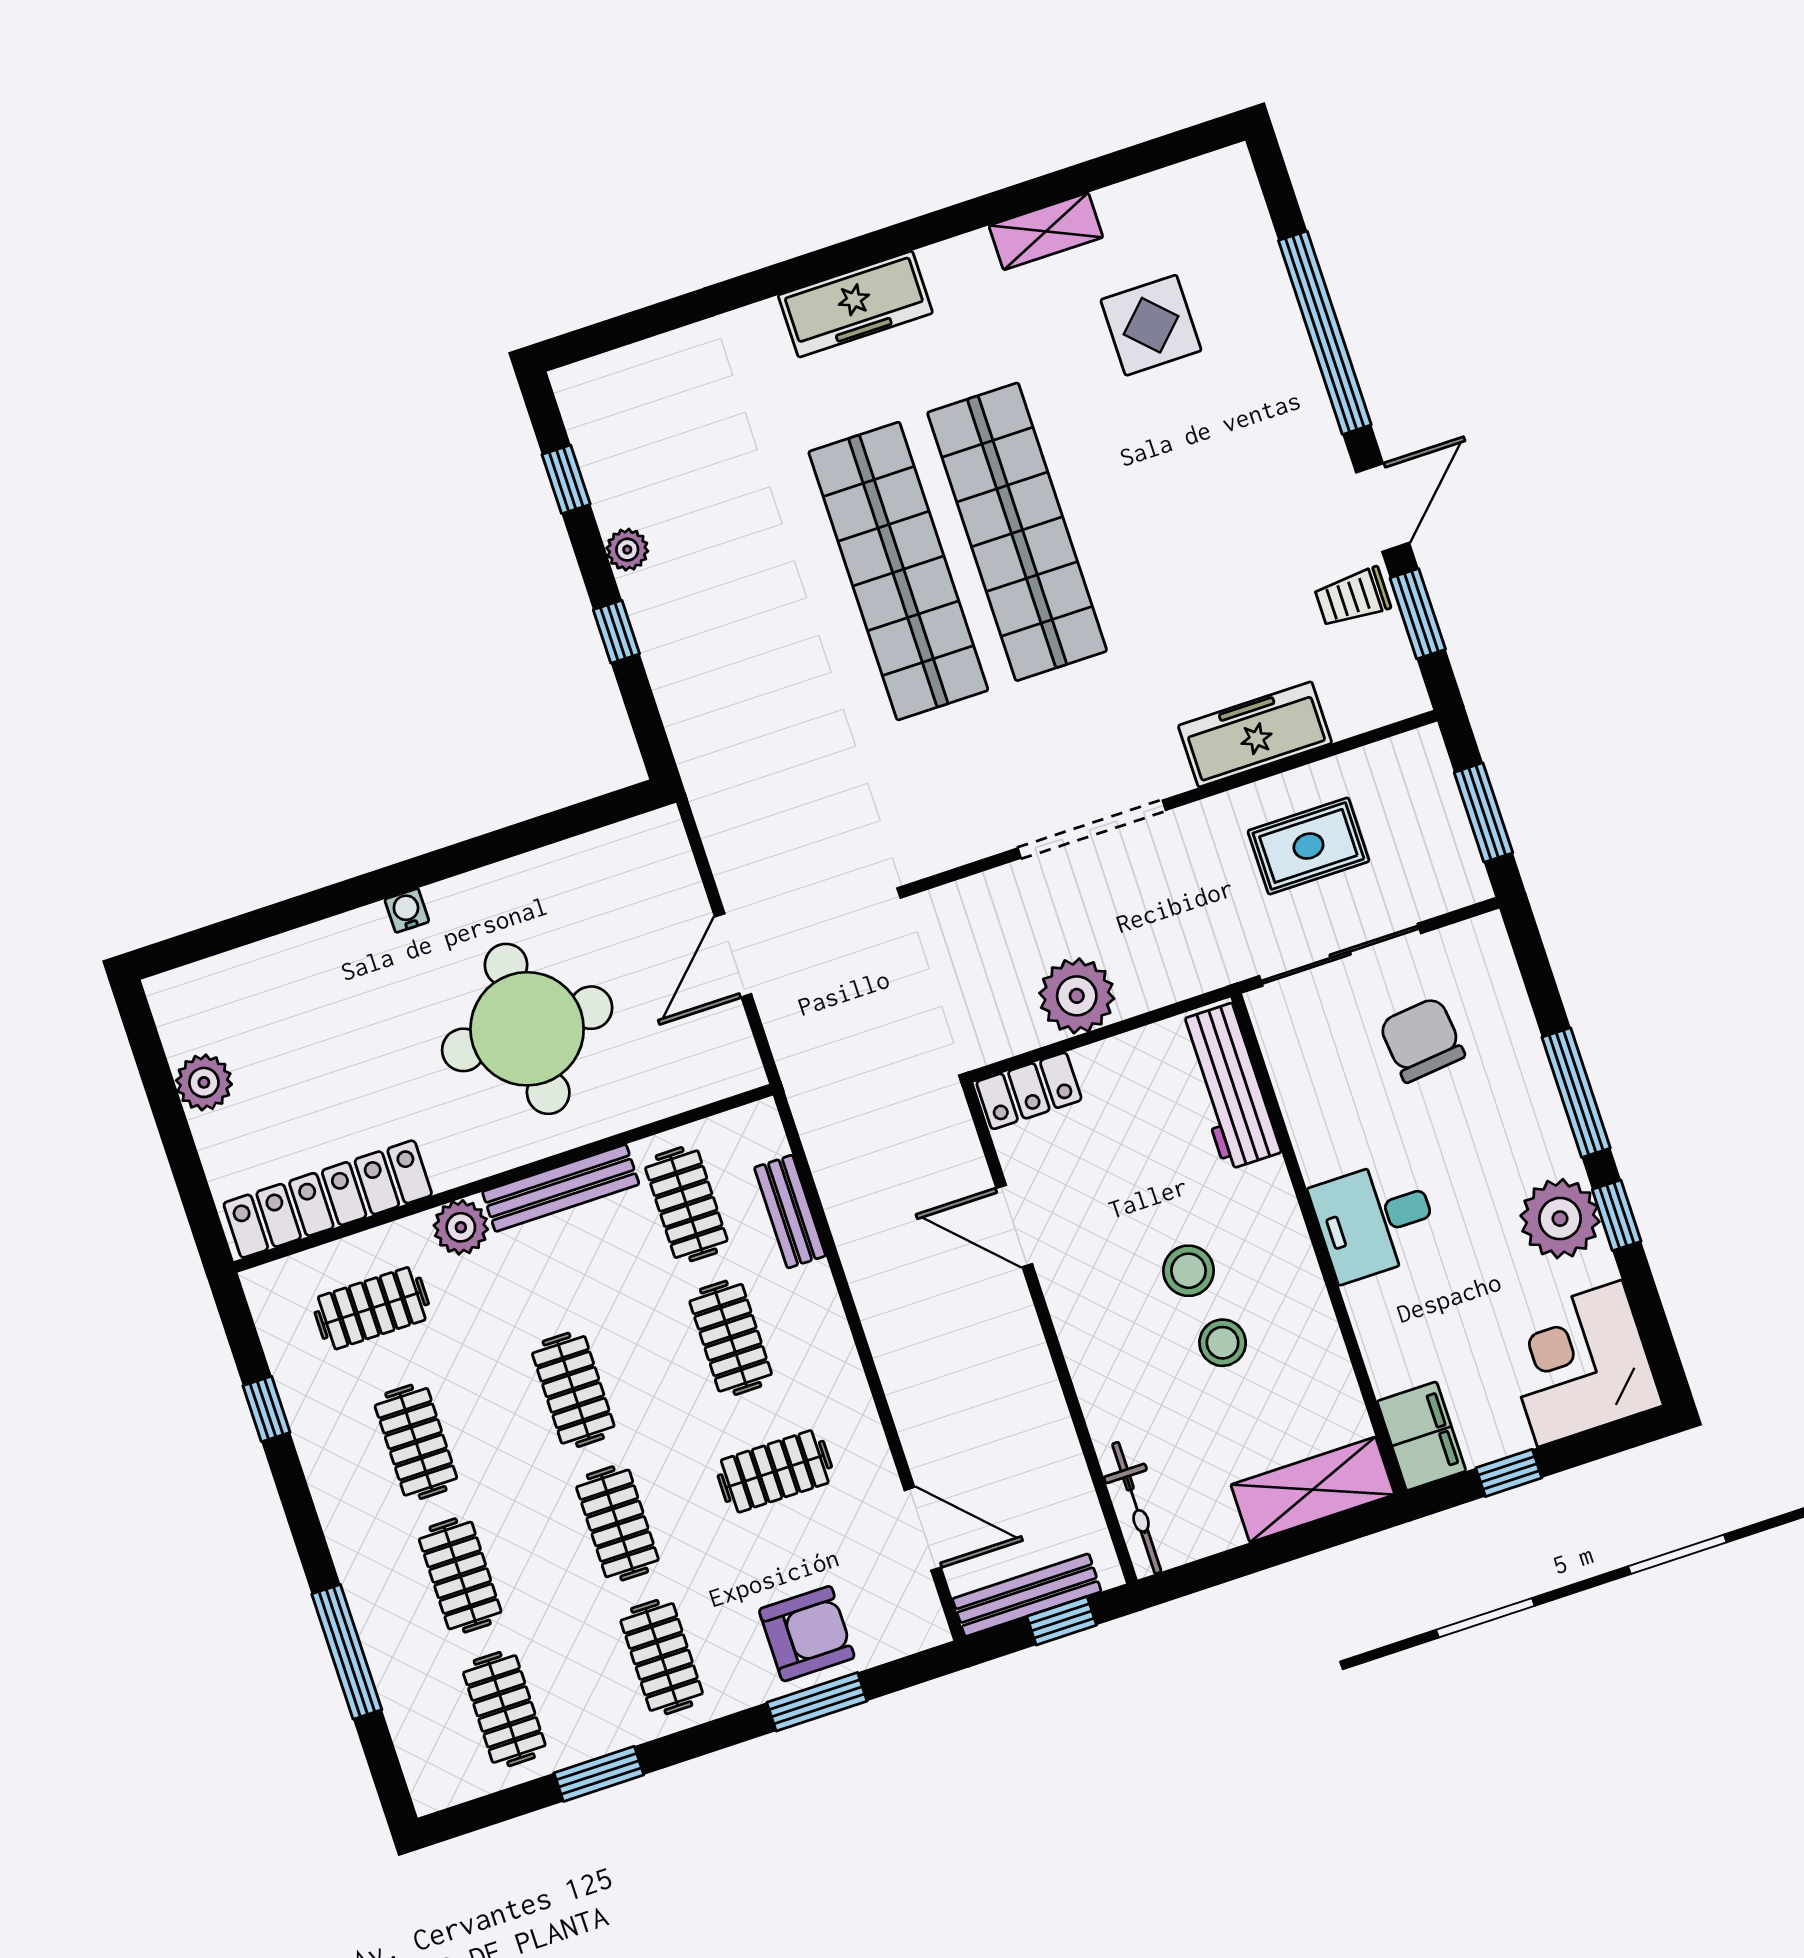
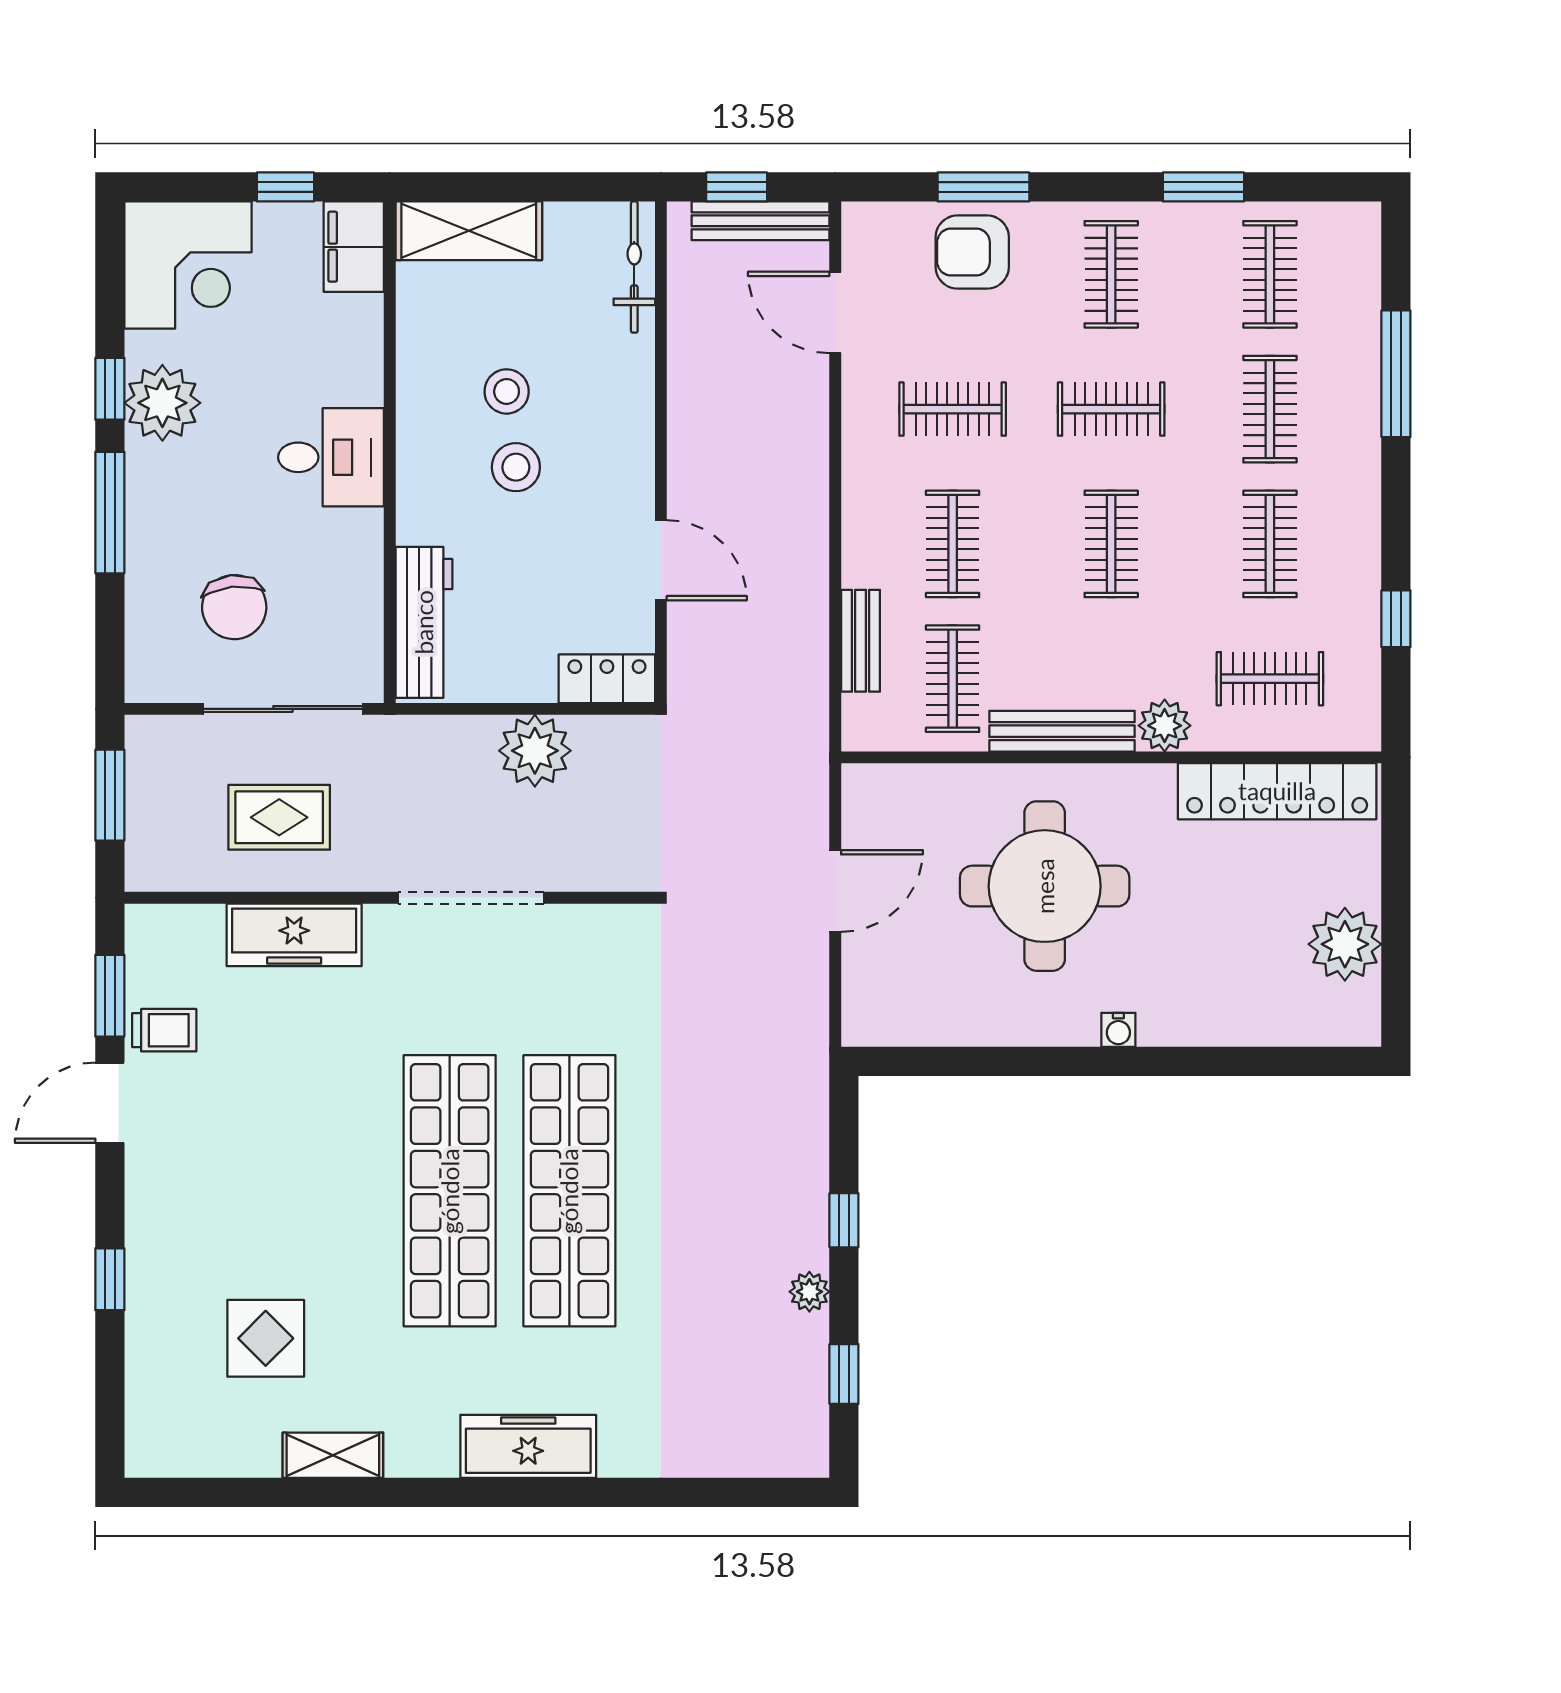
window: (1325, 333) -> (110, 1279), width x0.32
plant: (204, 1082) -> (1345, 944), width x1.36, depth x1.36
clothes rail: (617, 1523) -> (1111, 409), turned 90

